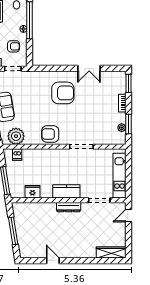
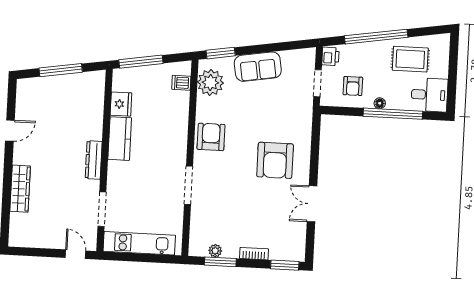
kitchen counter: (66, 191) -> (120, 139), moved
wardrobe: (111, 253) -> (20, 189), moved

